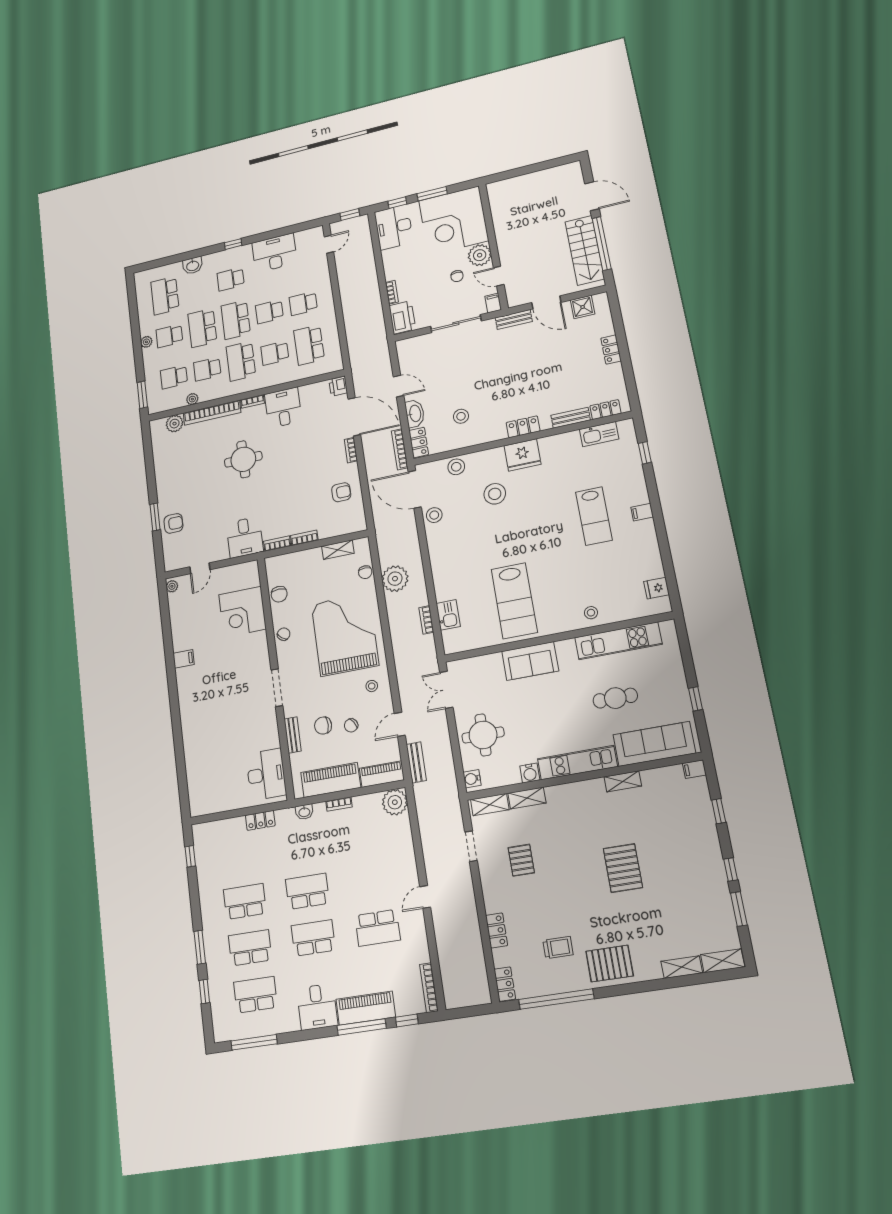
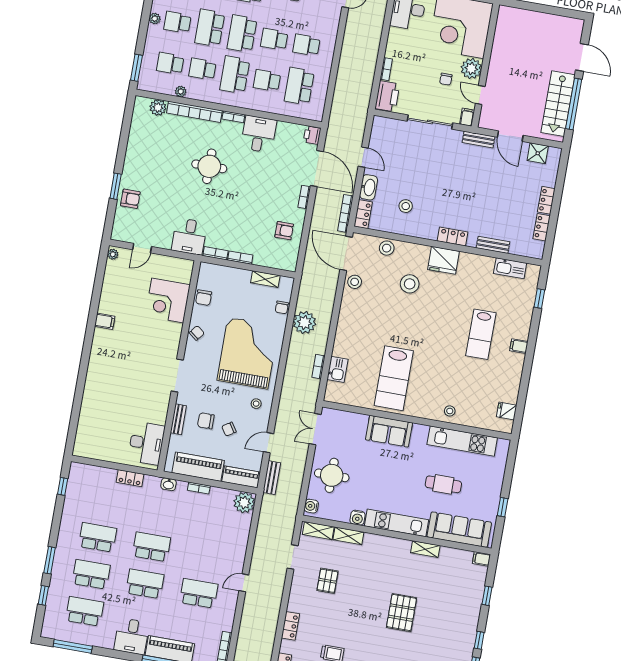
locker: (605, 410) -> (542, 227), moved, turned -90
school desk: (378, 928) -> (199, 593), turned 180

